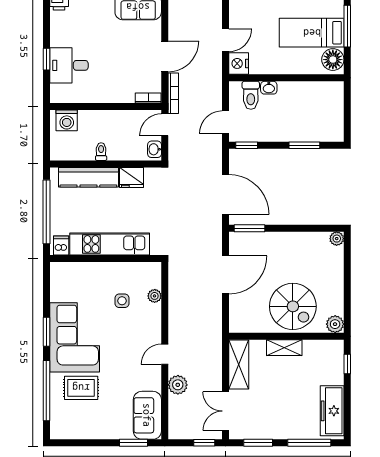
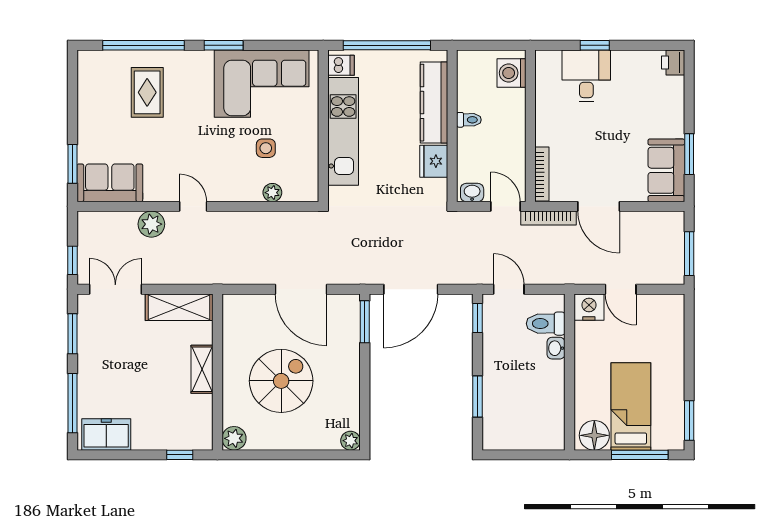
bookcase: (148, 98) -> (542, 174), width x1.56
spiral stairs: (293, 306) -> (281, 381), moved, turned 180
corner sofa: (75, 337) -> (262, 84), moved
freezer: (332, 411) -> (106, 434), width x0.71

